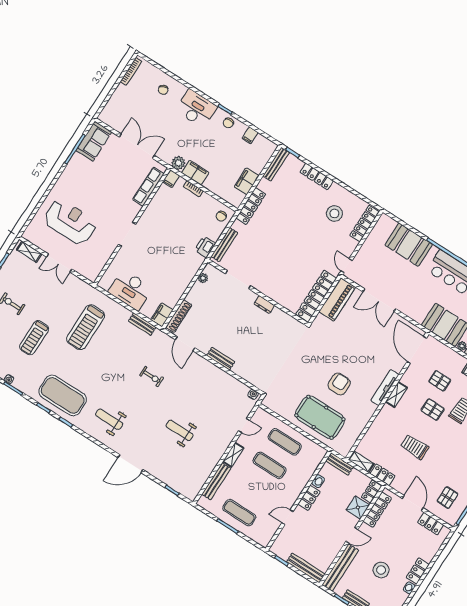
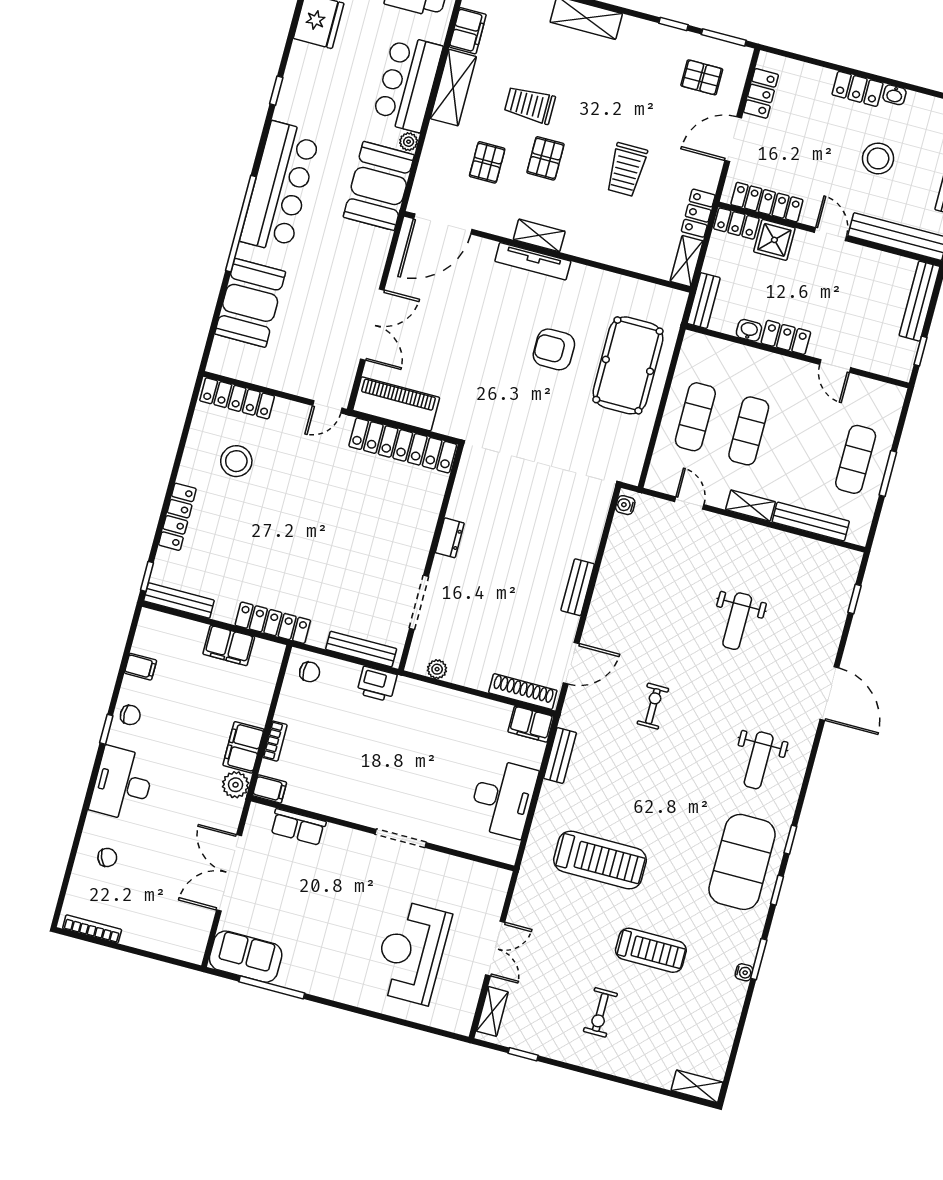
row of seats: (148, 187) -> (298, 827), width x0.68

